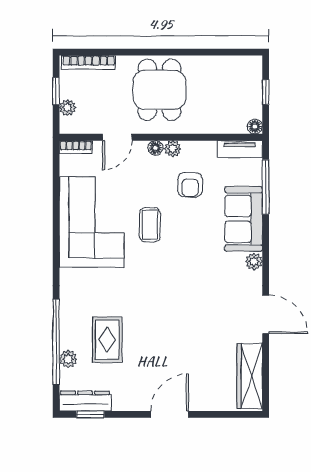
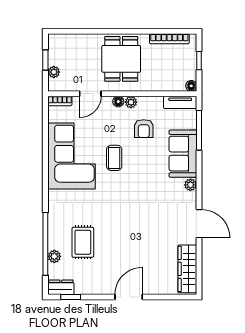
bookcase: (89, 62) -> (169, 39), moved
dresser: (85, 401) -> (61, 287), width x0.70

